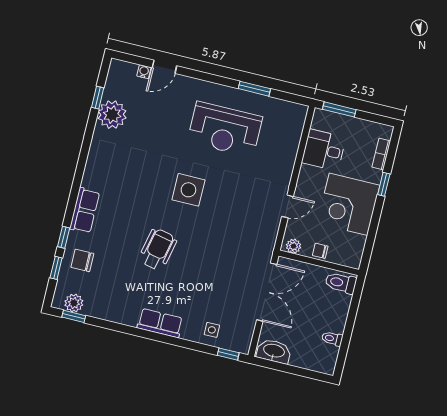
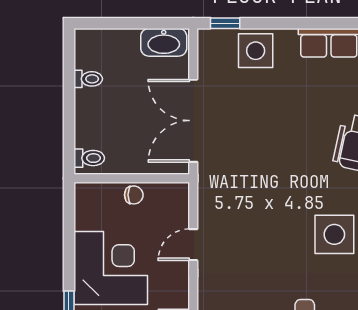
plant: (293, 246) -> (172, 192), removed
toilet: (341, 283) -> (89, 158), width x0.73, depth x0.72
side table: (212, 330) -> (256, 51), width x1.87, depth x1.87

